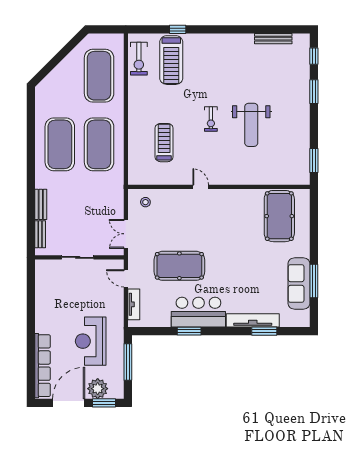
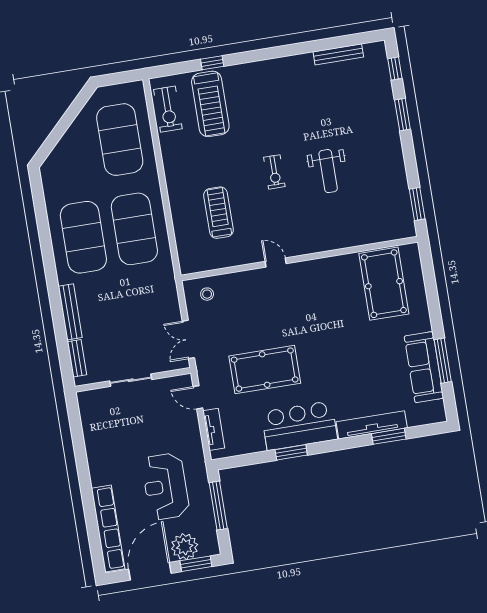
weight bench: (251, 125) -> (328, 171), width x0.73, depth x0.75
bench: (41, 204) -> (70, 312), width x1.36

